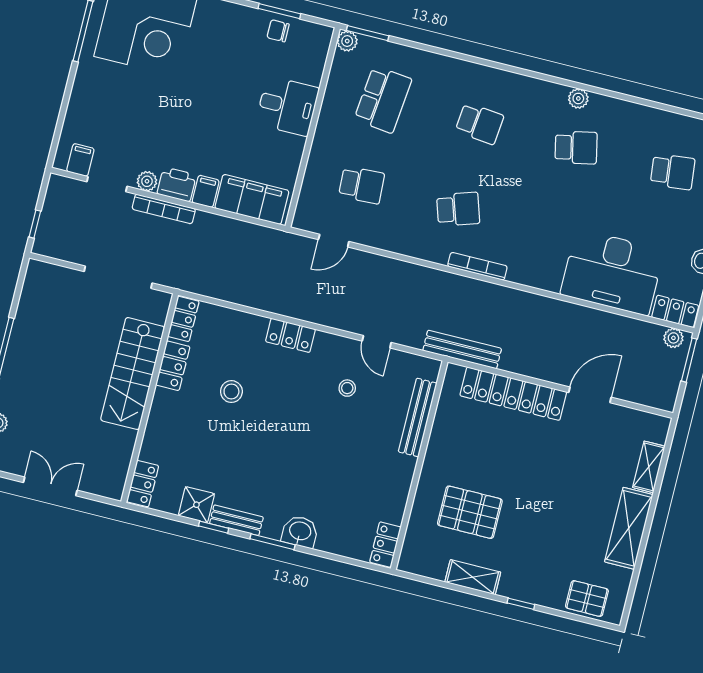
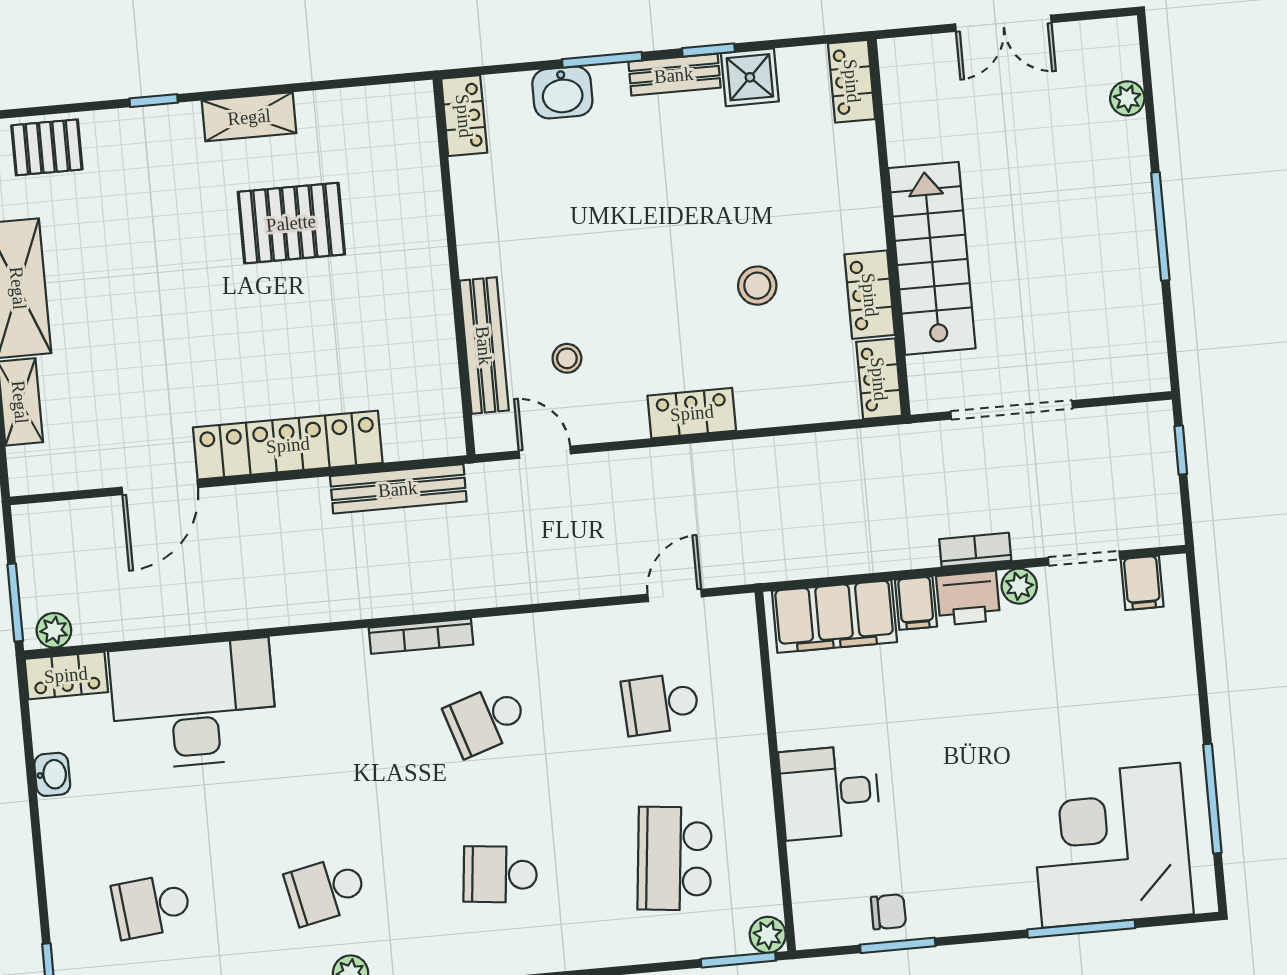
bookcase: (164, 209) -> (975, 550), width x0.64
bench: (418, 417) -> (484, 346), moved
wall: (419, 465) -> (454, 267), moved
locker: (385, 545) -> (464, 116), moved

